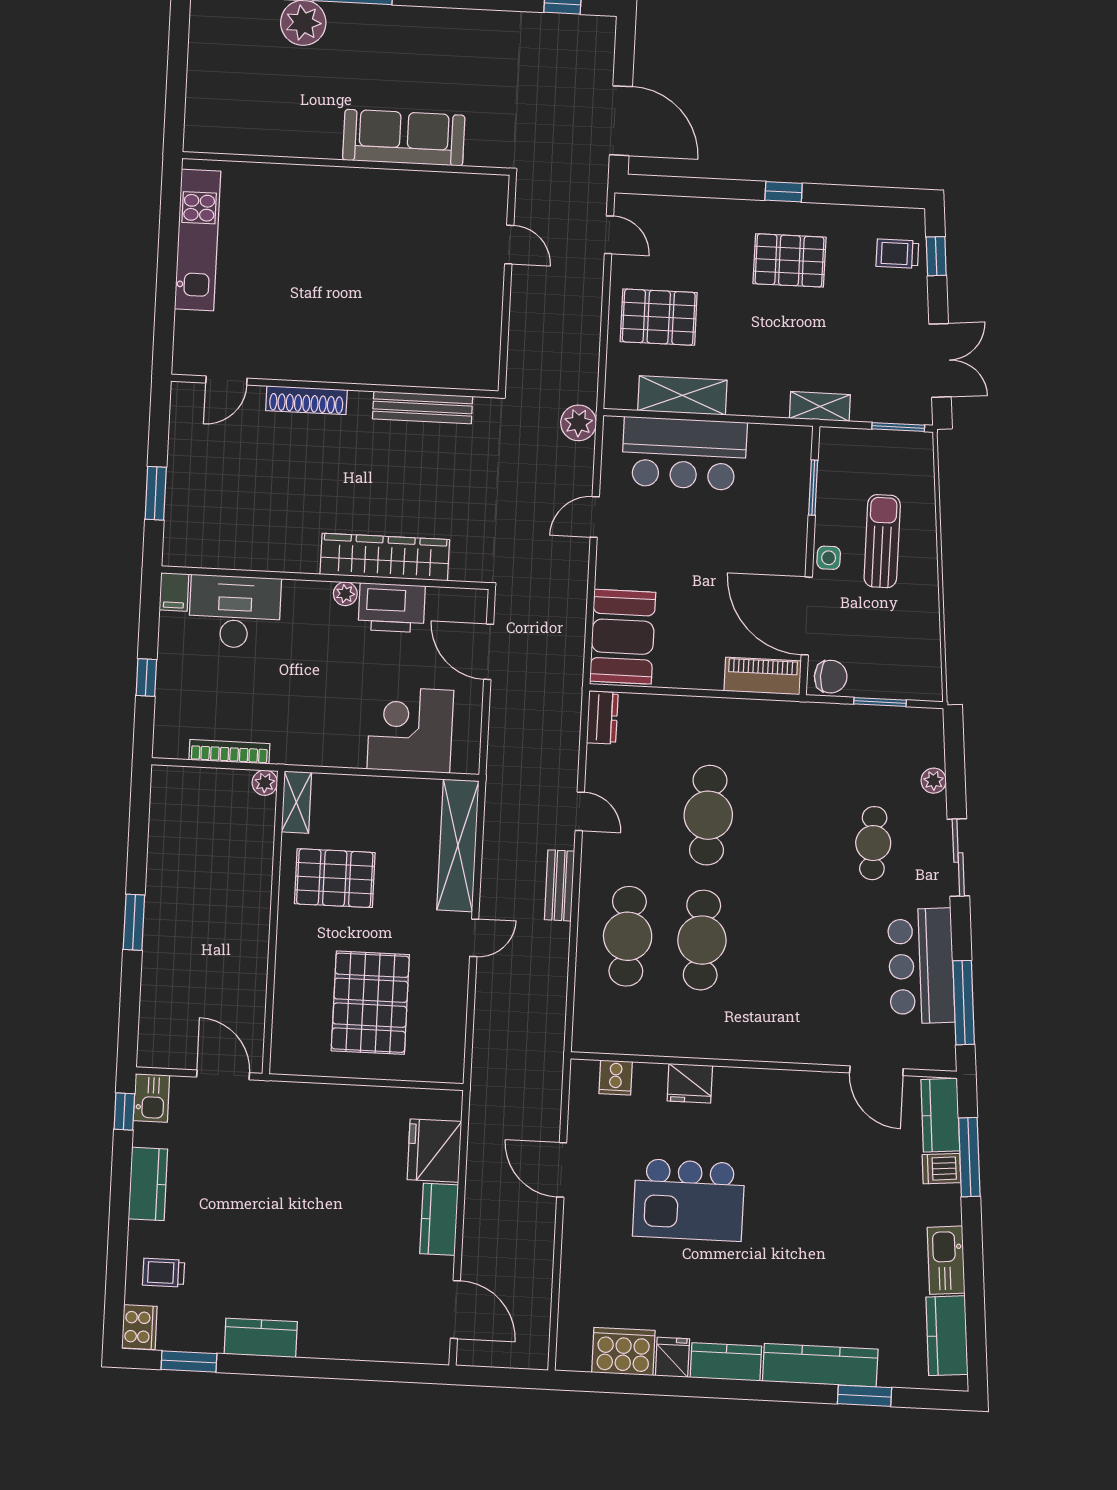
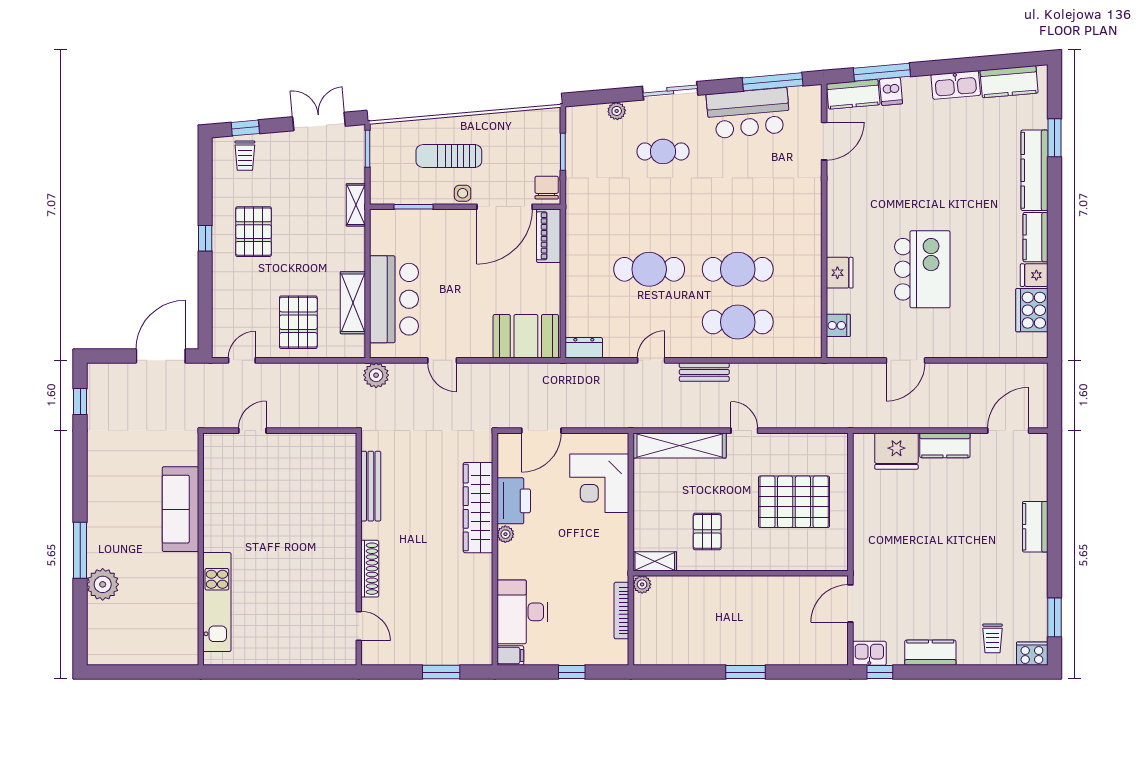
kitchen unit: (198, 240) -> (217, 602), moved, turned 90
pallet: (335, 878) -> (707, 531), width x0.67, depth x0.71
kitchen counter: (261, 1338) -> (1035, 527), moved

